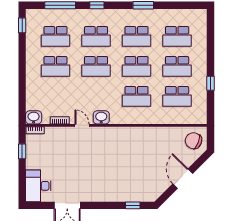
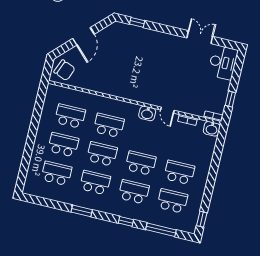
window: (211, 83) -> (35, 121), removed

